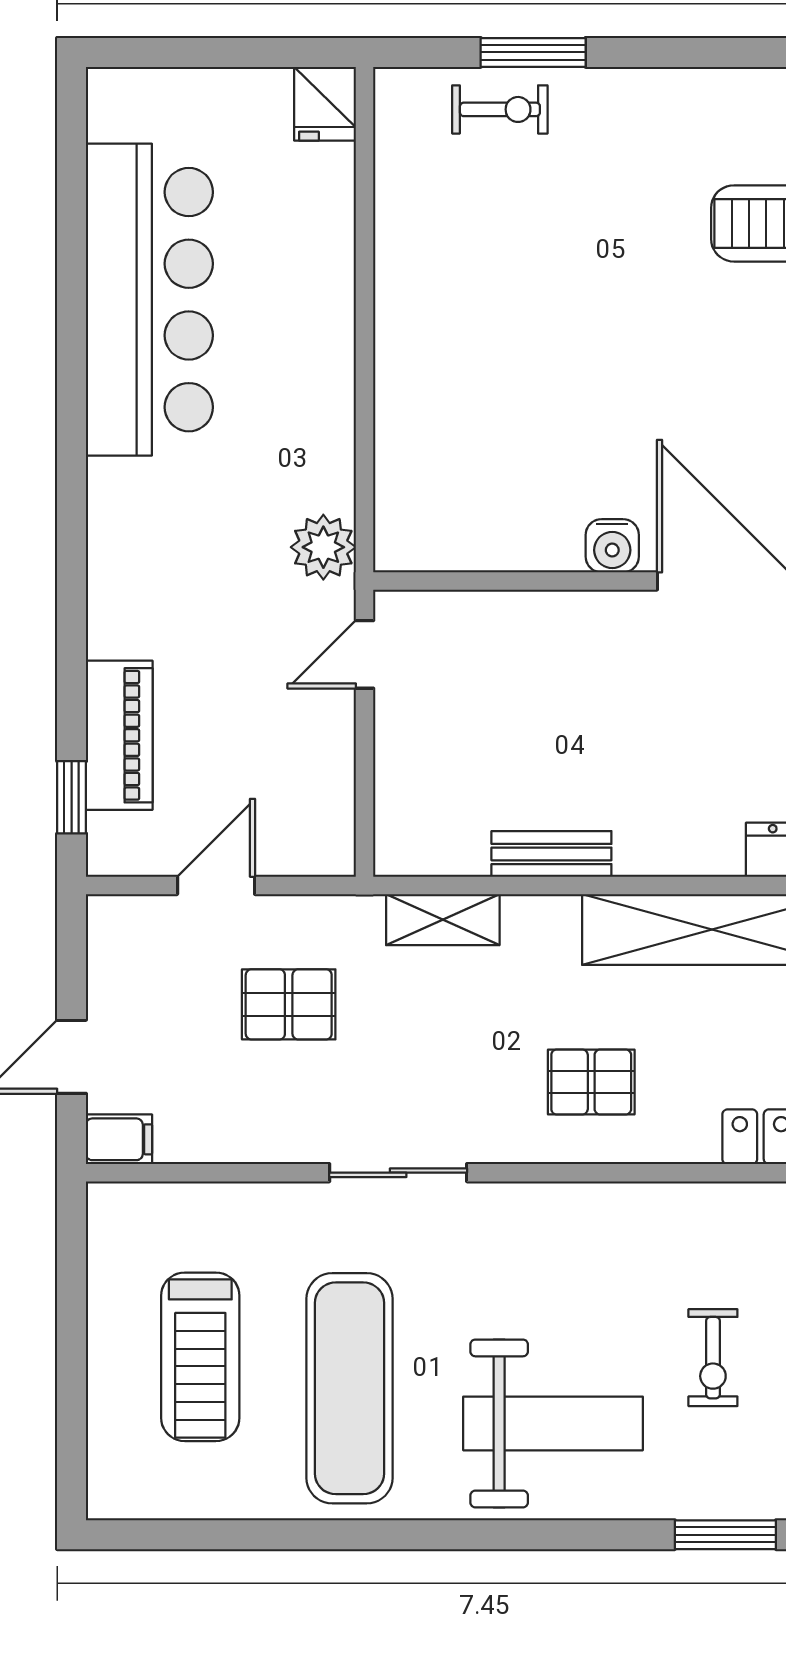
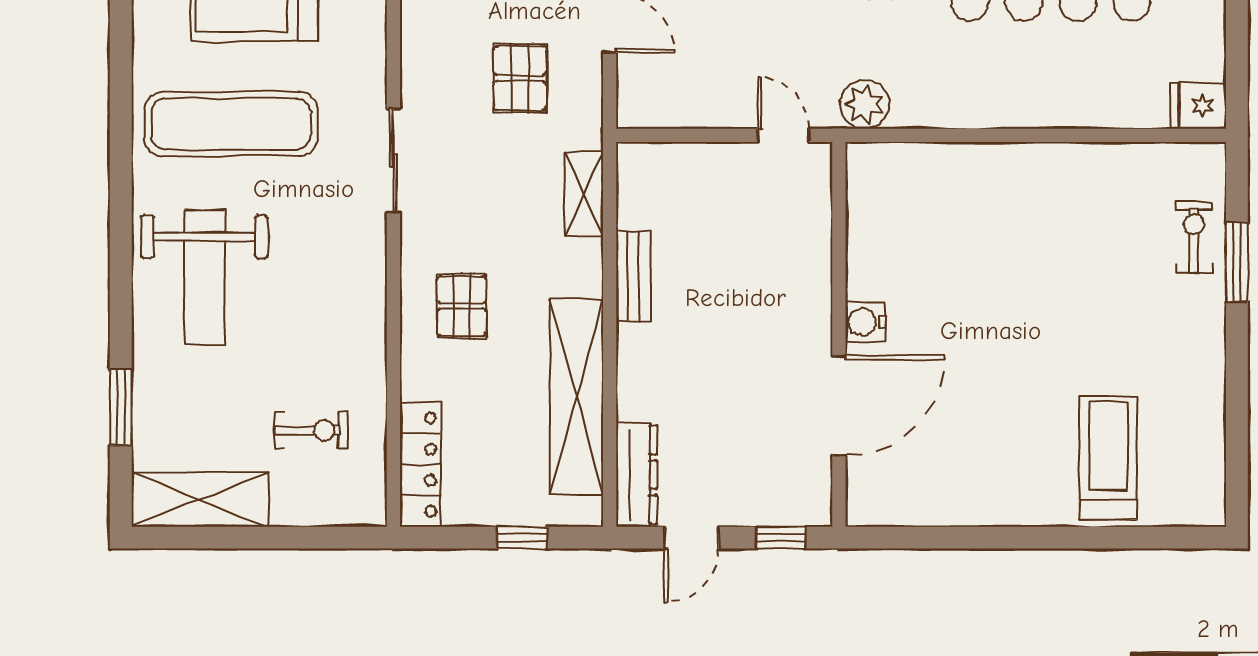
exercise bike: (500, 109) -> (1194, 237), turned 180
exercise bike: (713, 1358) -> (311, 430), moved, turned 180

